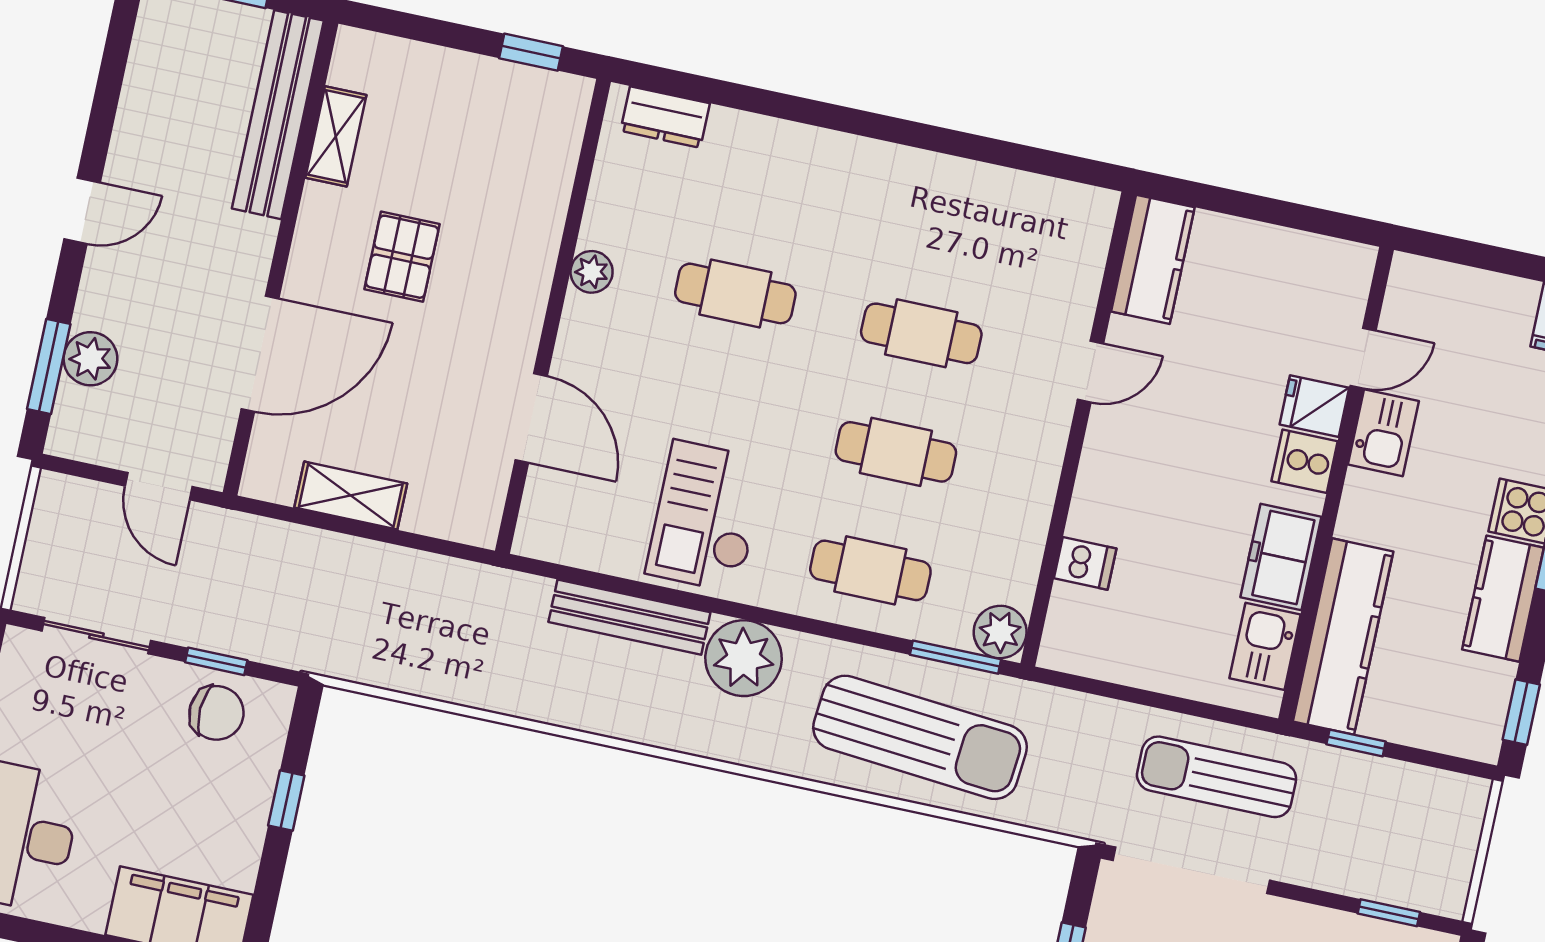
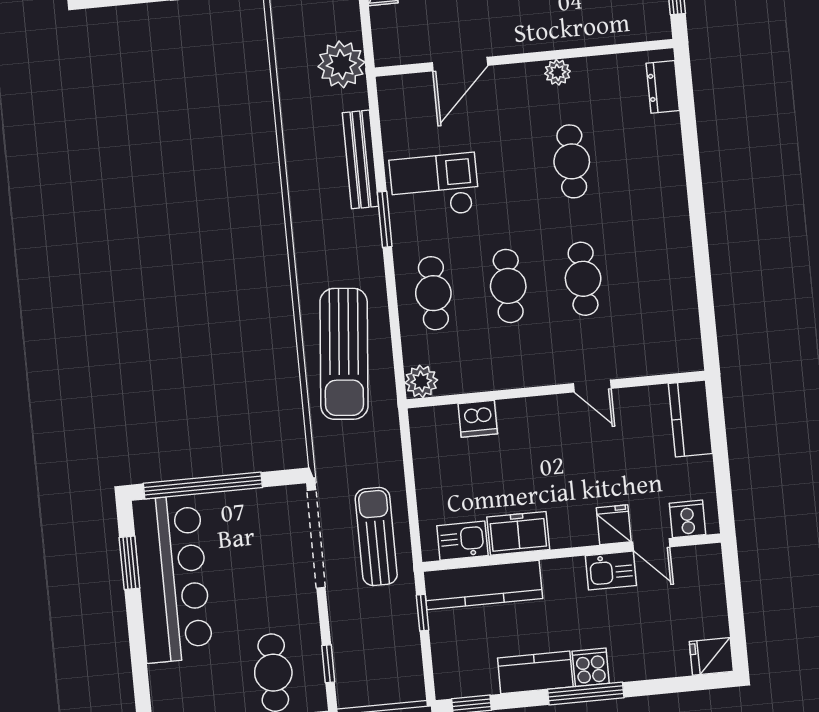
kitchen counter: (1153, 259) -> (690, 418), moved, turned 90
cooker: (1305, 461) -> (687, 519), moved
dishwasher: (1085, 563) -> (478, 419), width x1.38
window: (955, 657) -> (385, 219), moved
plant: (744, 658) -> (341, 64), moved

